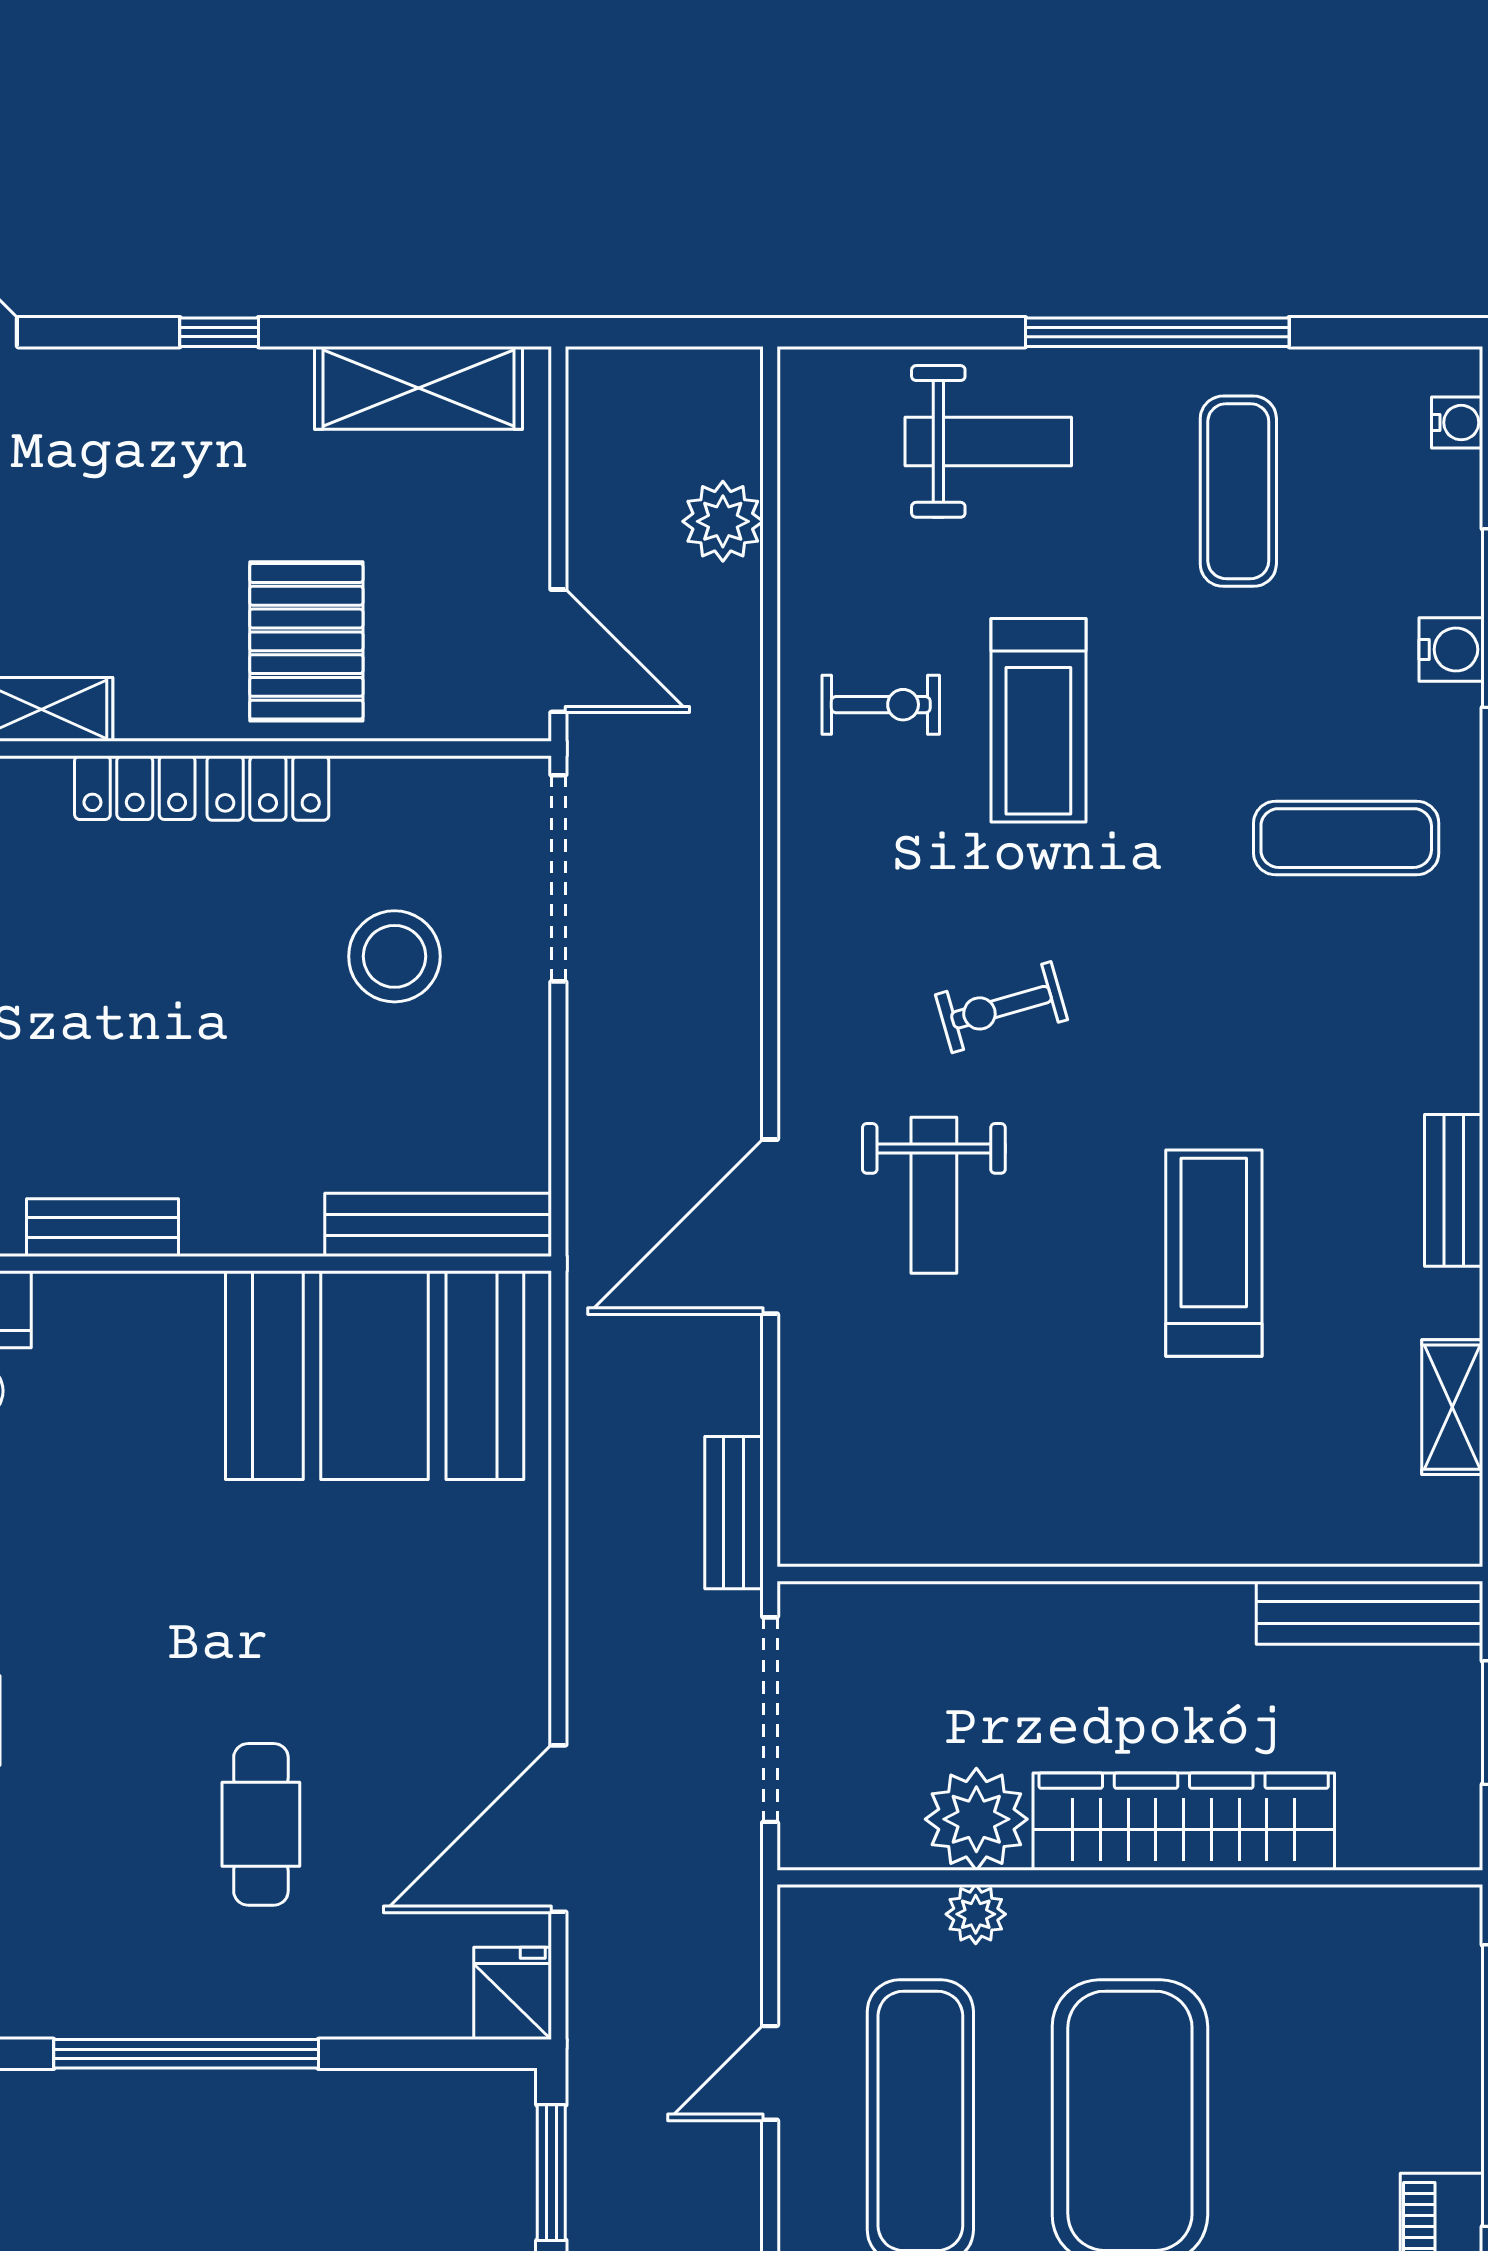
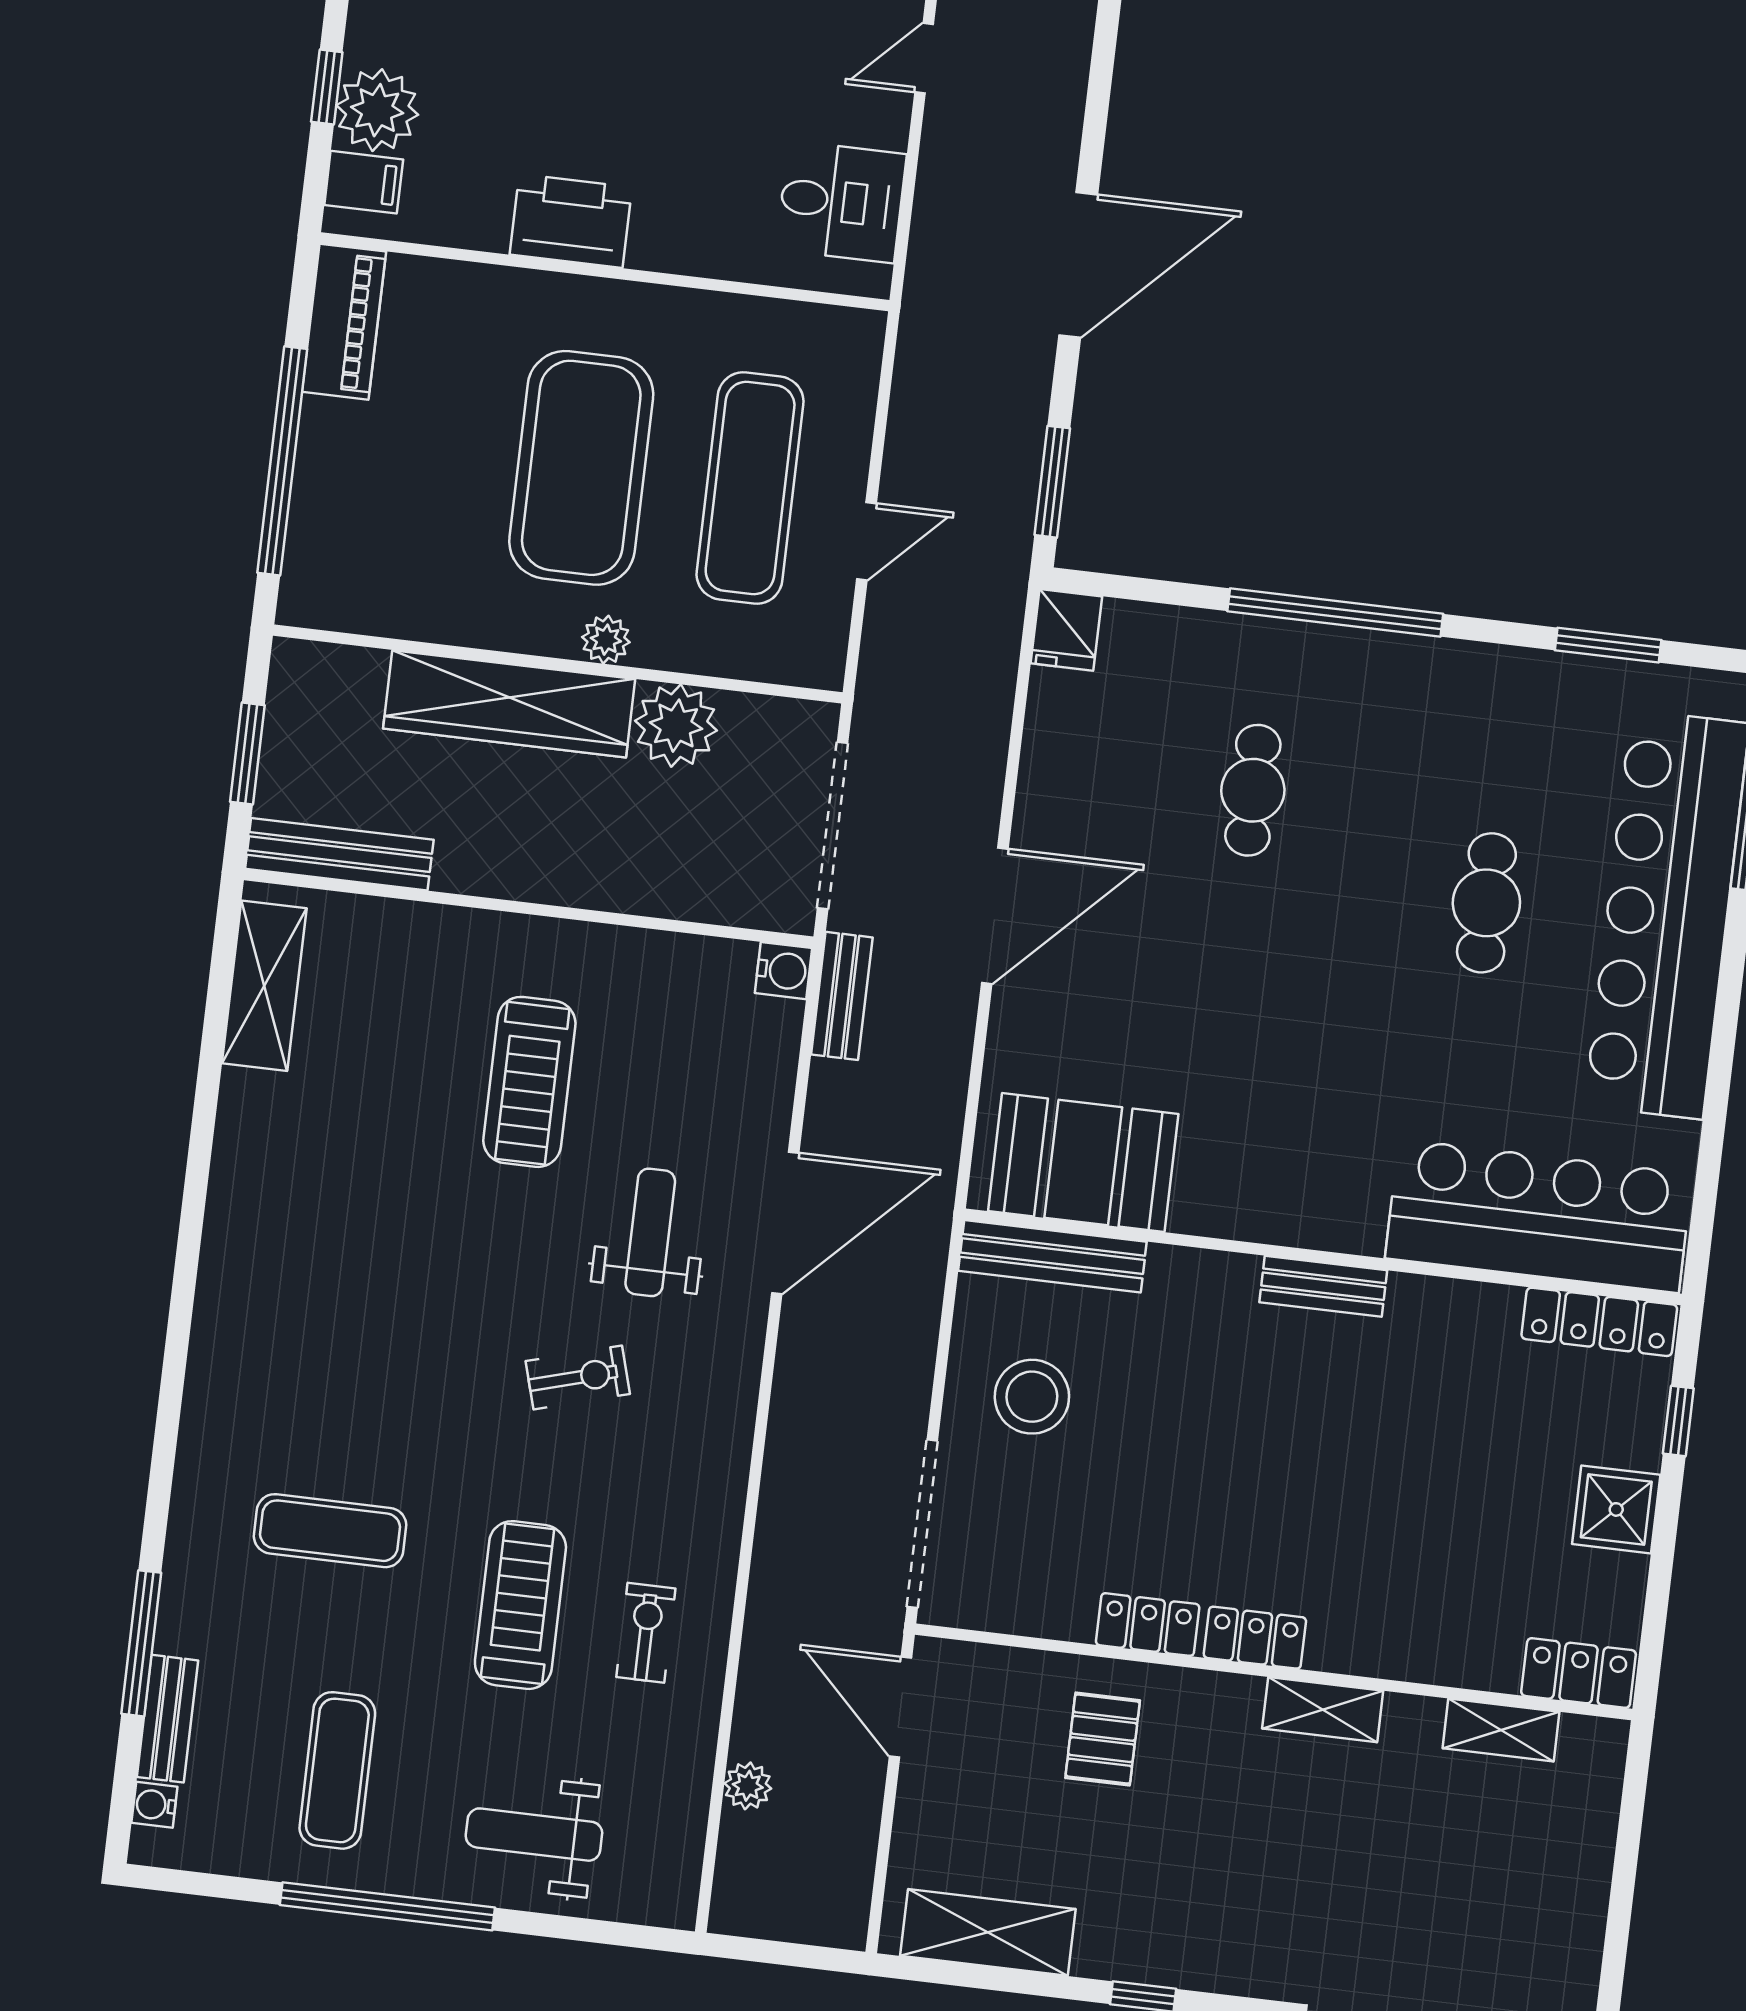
plant: (723, 521) -> (748, 1786), width x0.73, depth x0.73
pallet: (306, 641) -> (1103, 1739), width x0.67, depth x0.71
water cooler: (1451, 650) -> (784, 971), moved, turned 180
exercise bike: (881, 705) -> (646, 1633), turned 90
exercise mat: (1346, 838) -> (330, 1531), moved
stool: (394, 956) -> (1032, 1397), moved
bench: (1454, 1190) -> (167, 1719), moved
treadmill: (1214, 1253) -> (529, 1082), moved
booth: (375, 1375) -> (1083, 1162), width x0.73, depth x0.70
shelving: (1452, 1407) -> (264, 986), width x1.50, depth x1.33
door: (558, 1829) -> (995, 916), moved
plant: (976, 1914) -> (606, 640), moved

